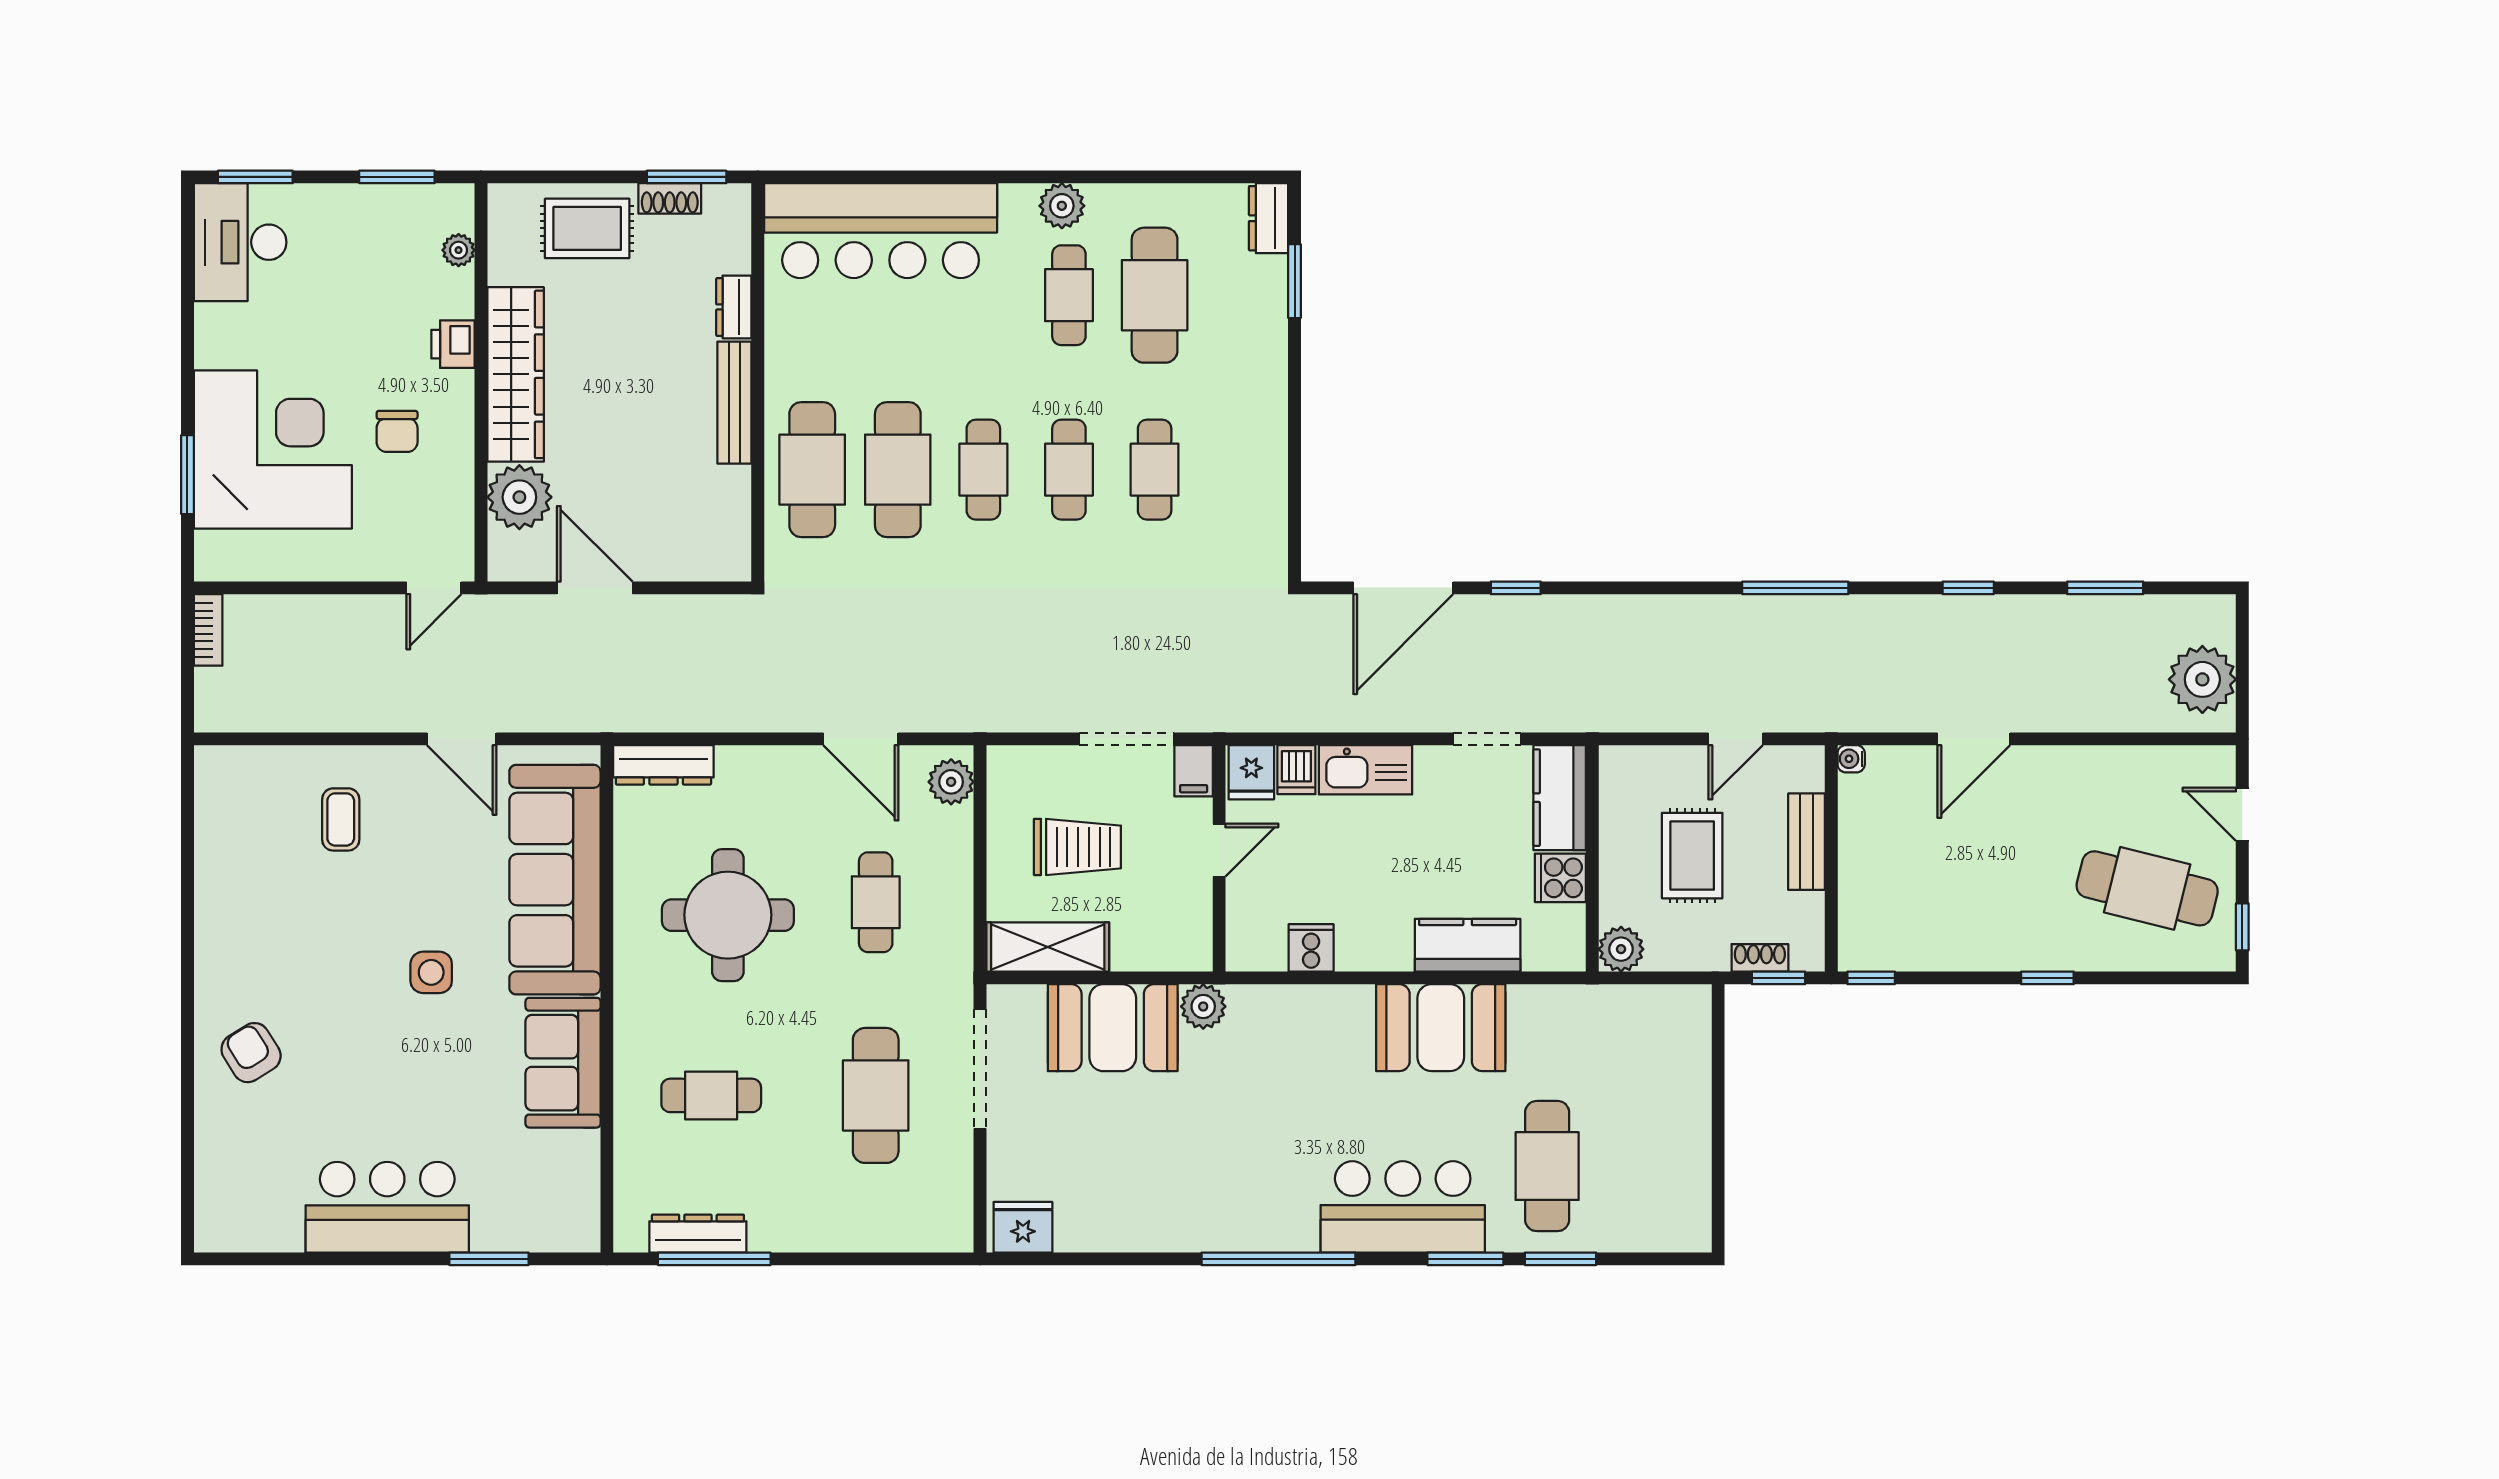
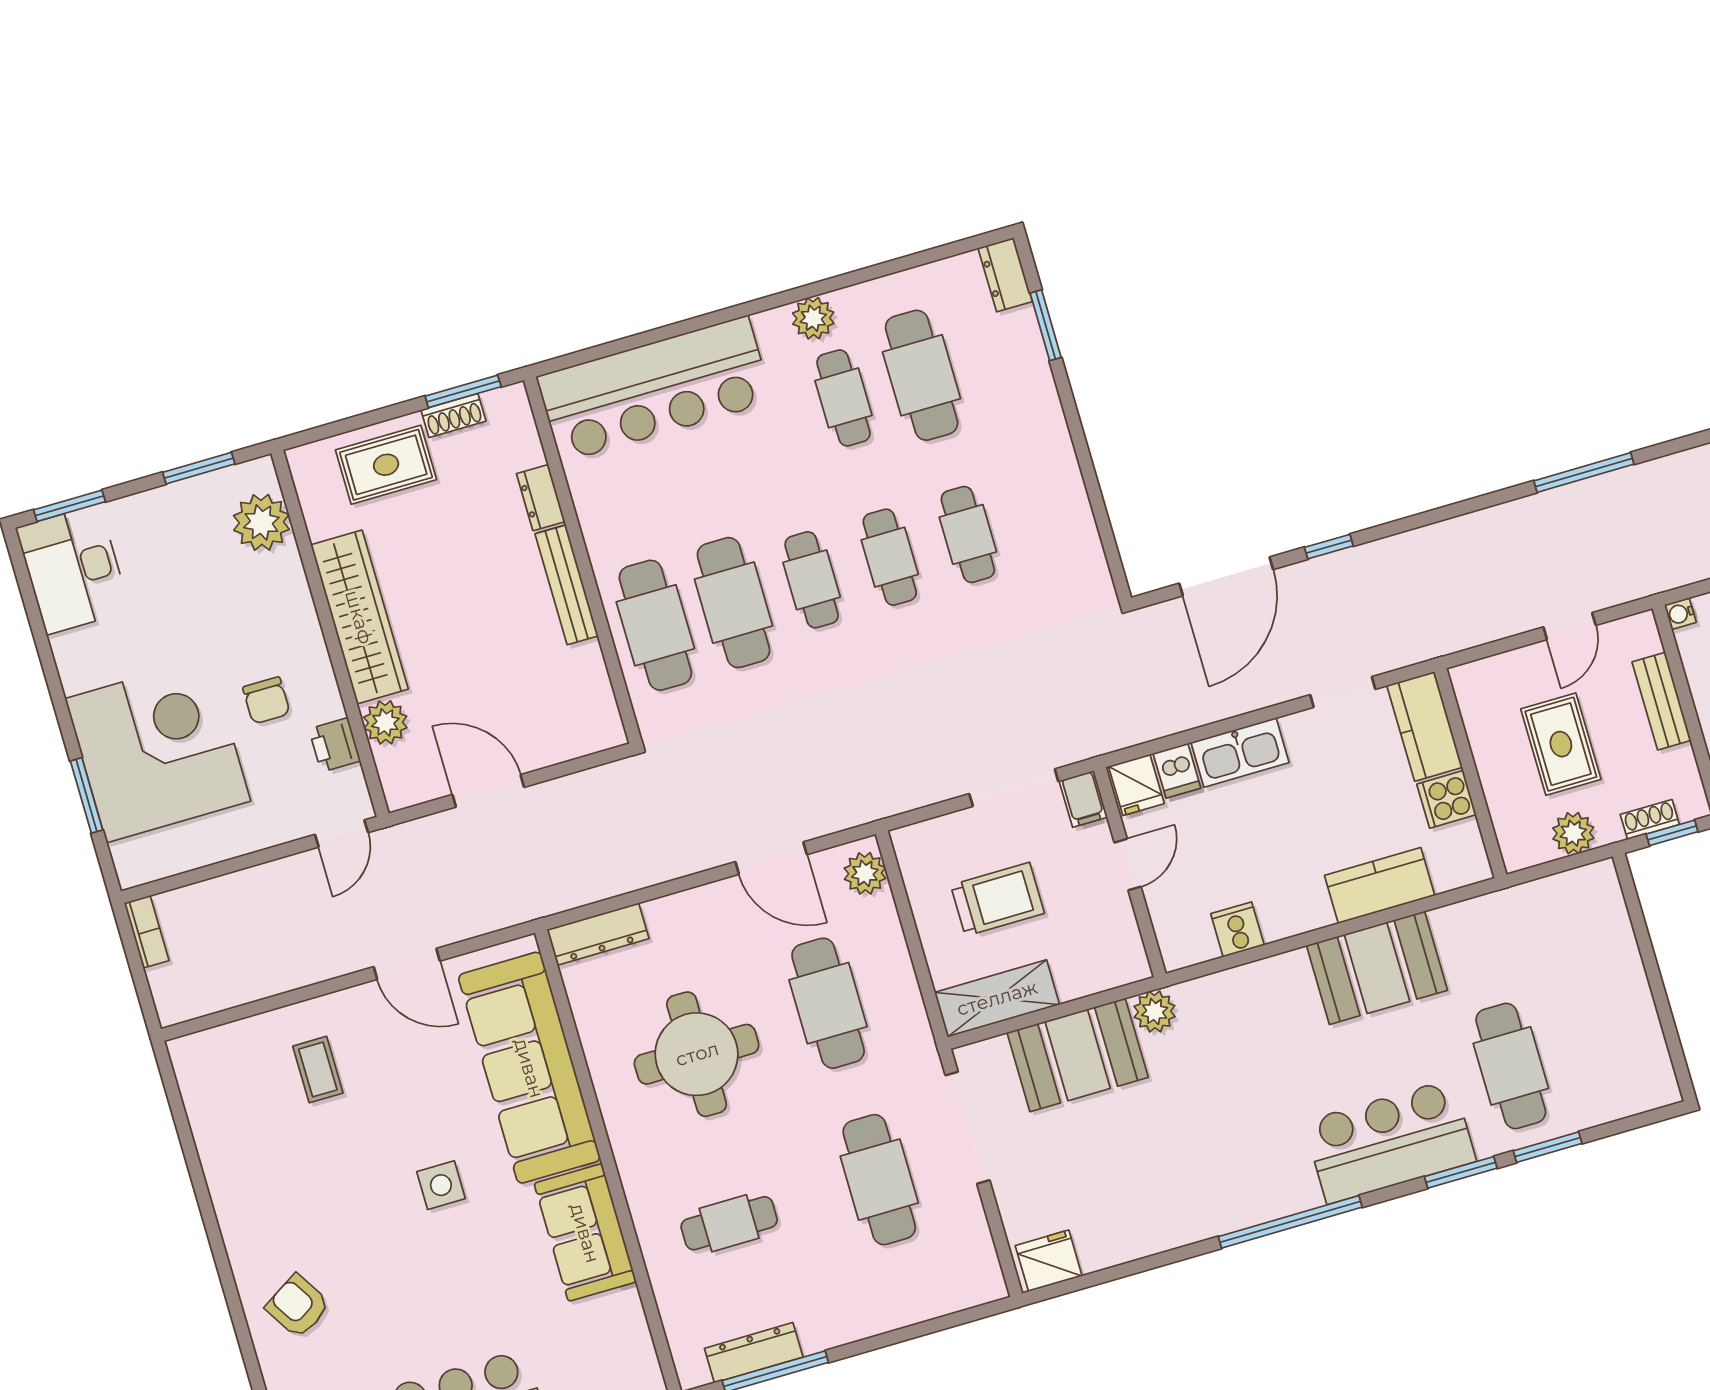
plant: (459, 250) -> (261, 522), width x1.88, depth x1.88
printer: (453, 344) -> (335, 745), moved
plant: (519, 497) -> (385, 722), width x0.73, depth x0.73
cafe table: (876, 902) -> (828, 1003), width x1.37, depth x1.35
plant: (1621, 949) -> (1573, 833), moved

